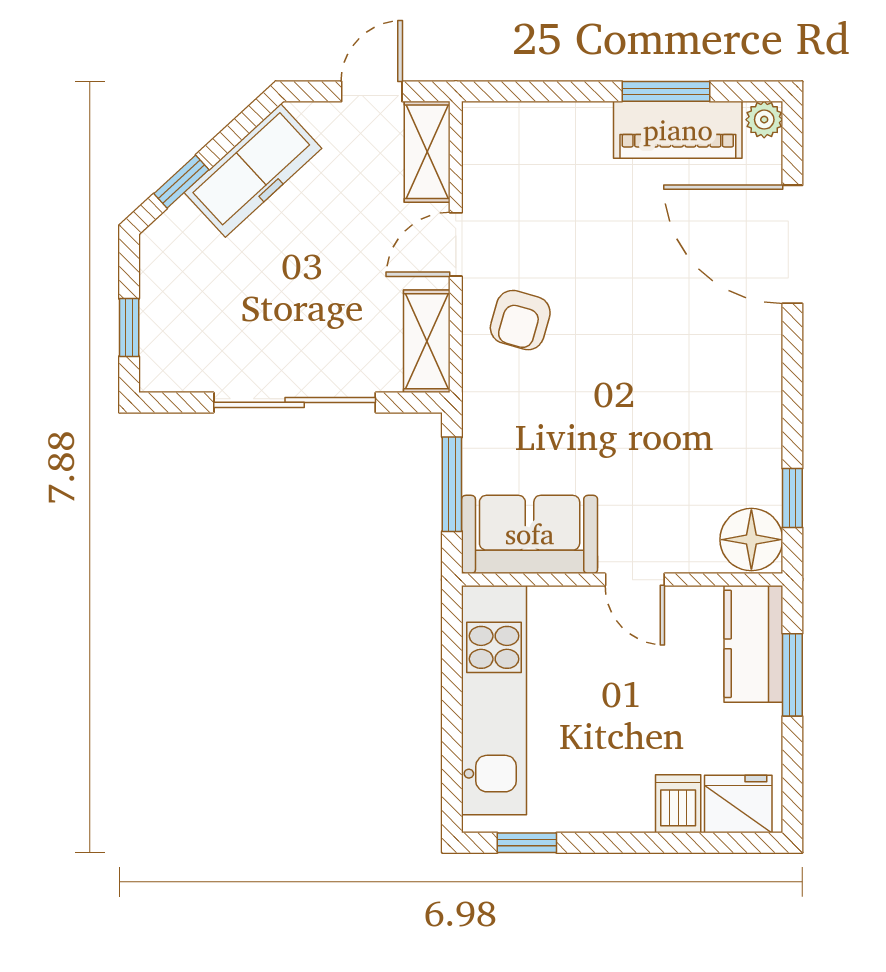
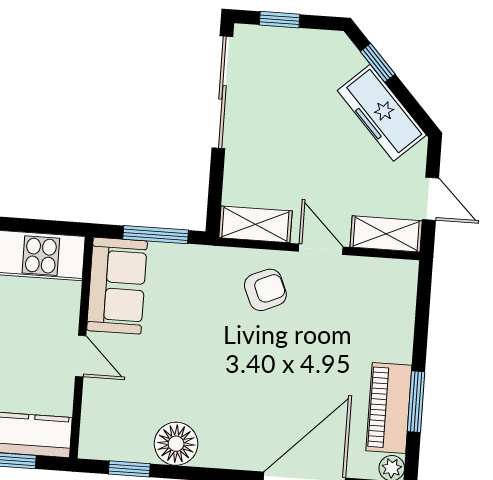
armchair: (520, 320) -> (265, 290), turned 141
sliding door: (295, 402) -> (222, 92), moved
floor lamp: (751, 540) -> (176, 444), moved
door: (635, 580) -> (81, 356), swing flipped

